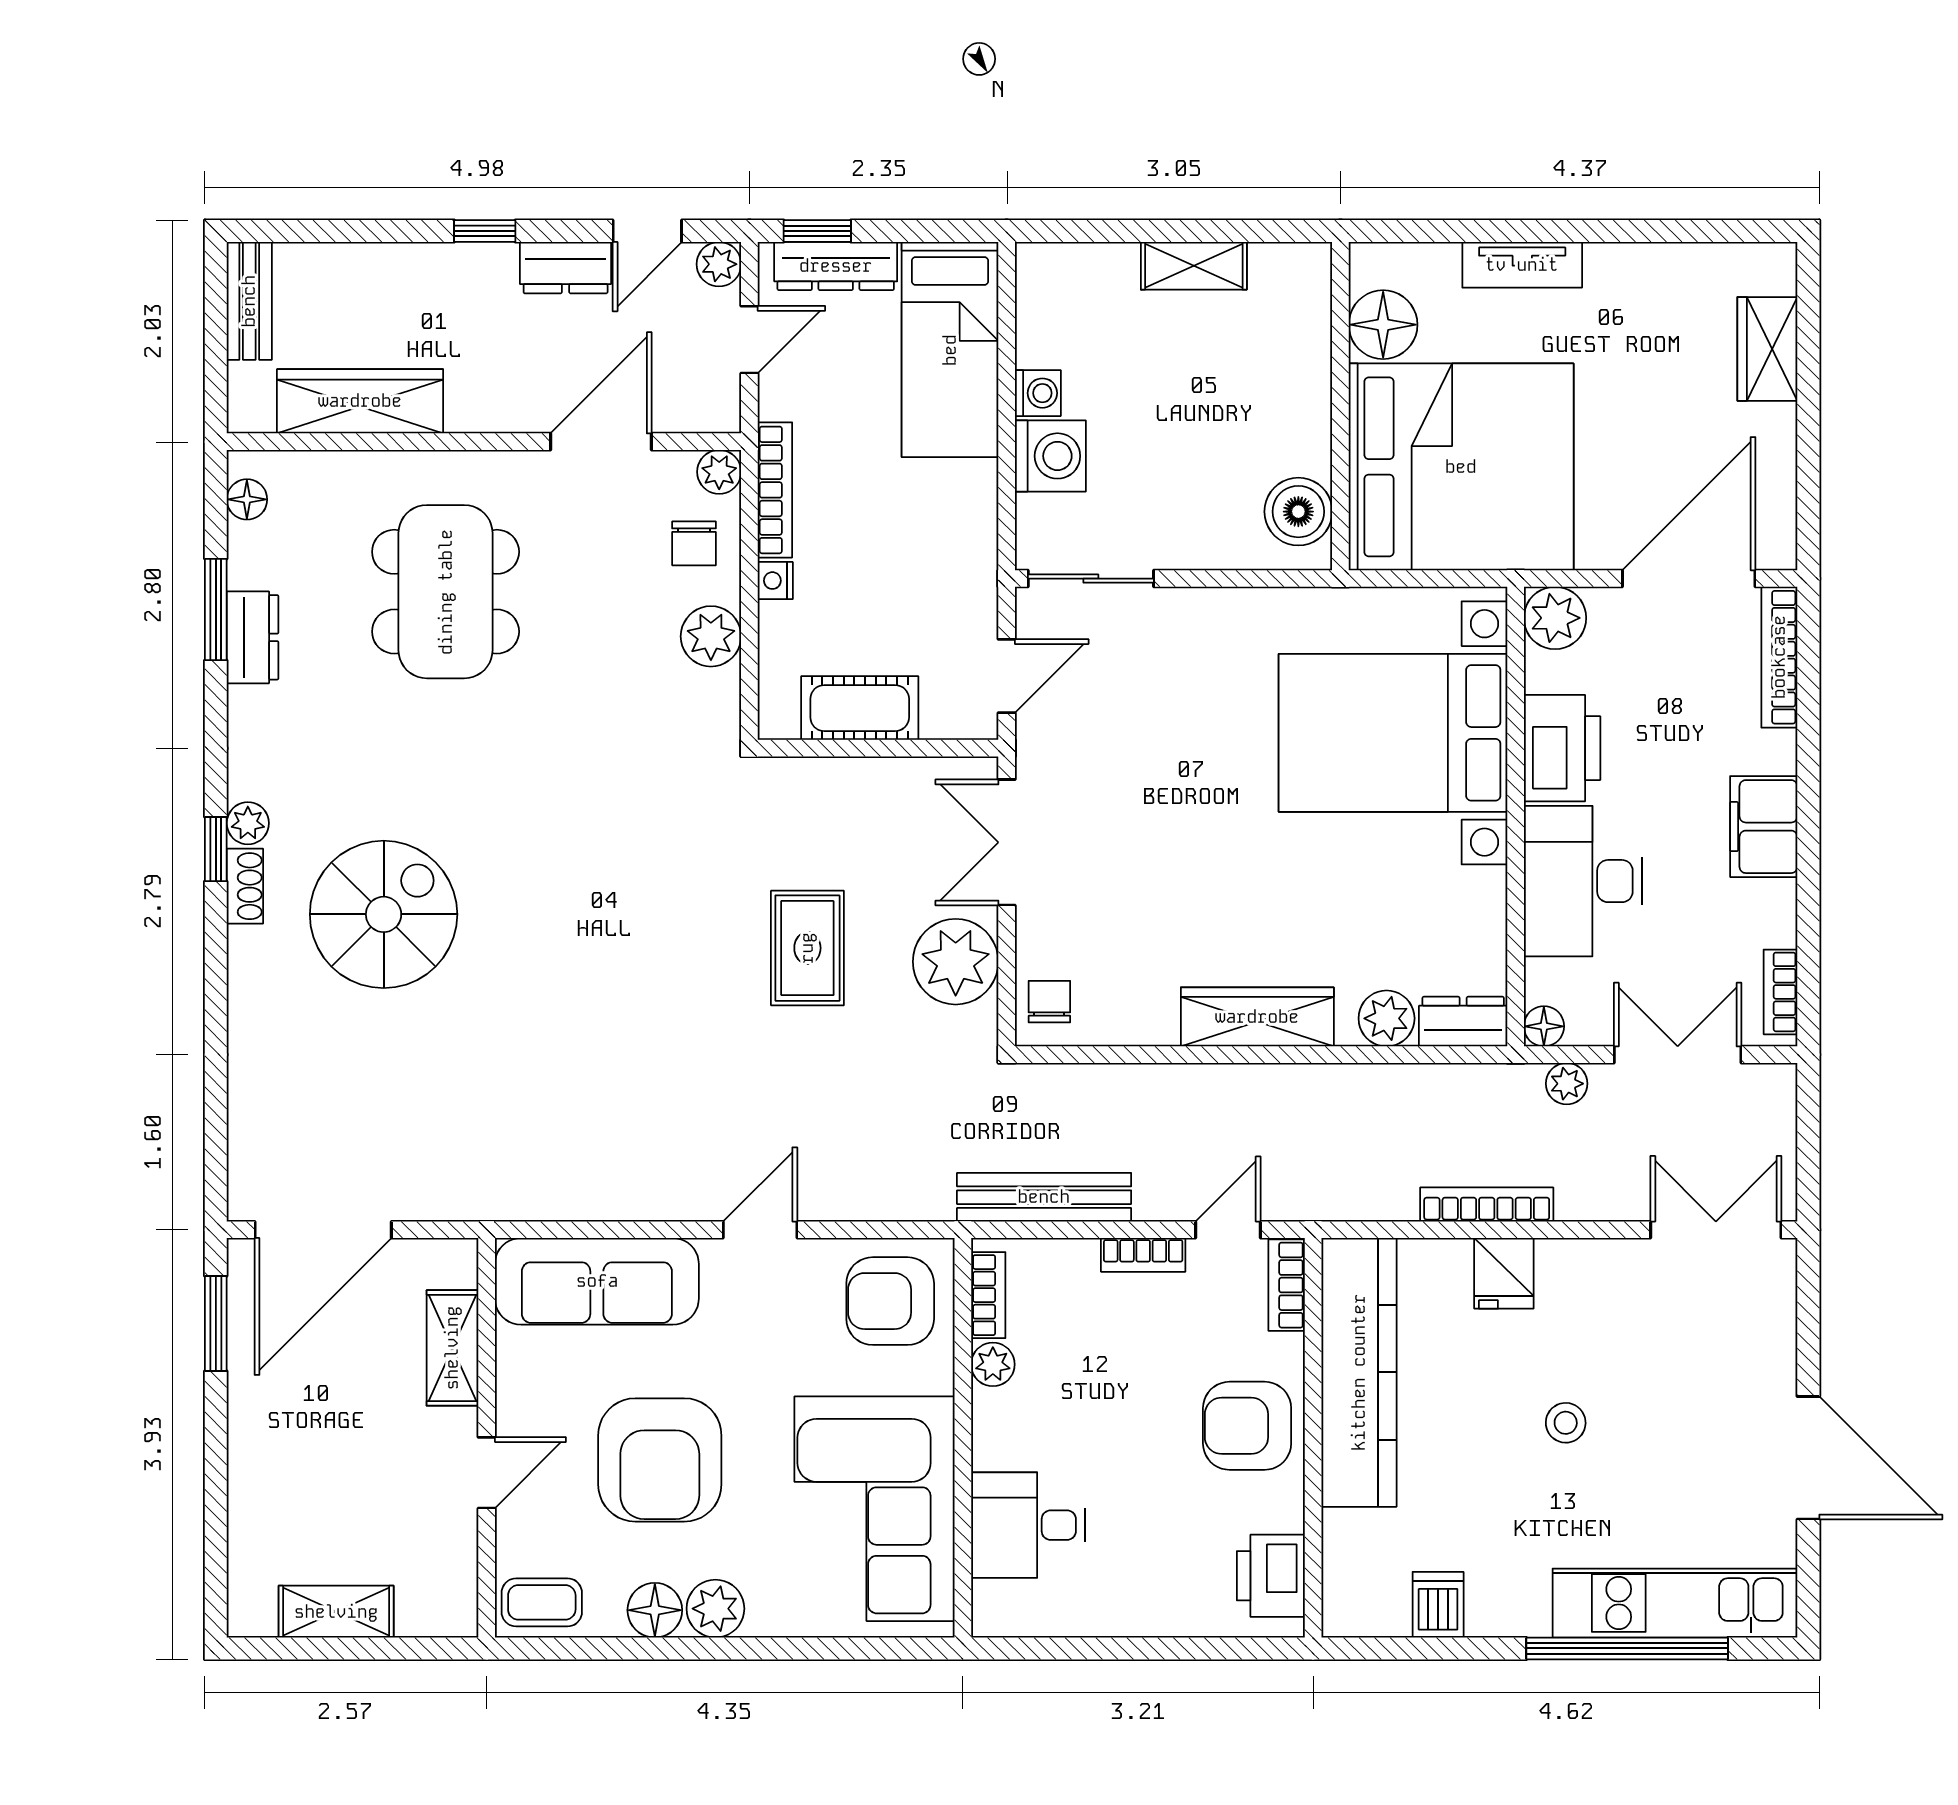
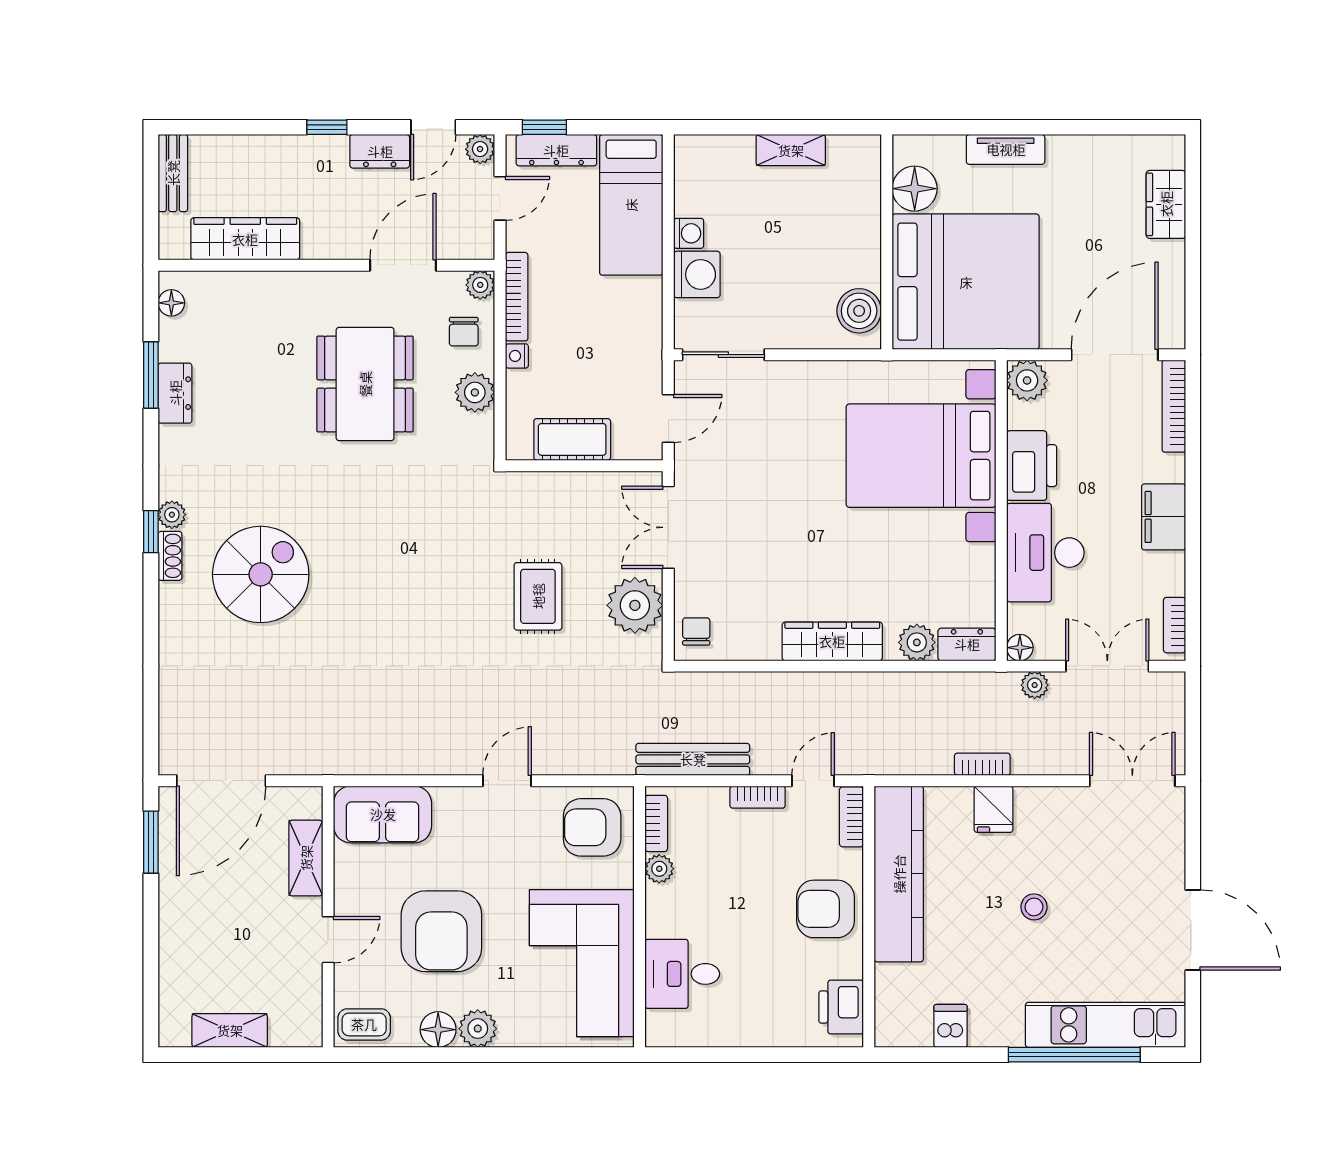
dining table: (446, 592) -> (365, 384), moved
bookcase: (1487, 1205) -> (982, 764), width x0.64
sofa: (597, 1281) -> (383, 814), width x0.73

